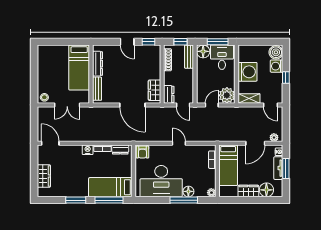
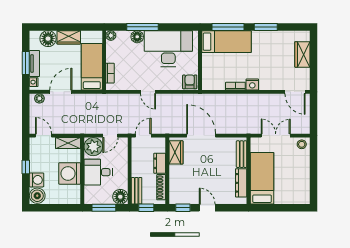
desk: (222, 57) -> (98, 172), moved, turned 90
dresser: (169, 94) -> (160, 163), moved
door: (183, 105) -> (143, 136), hinge flipped
dresser: (120, 149) -> (215, 85), removed

